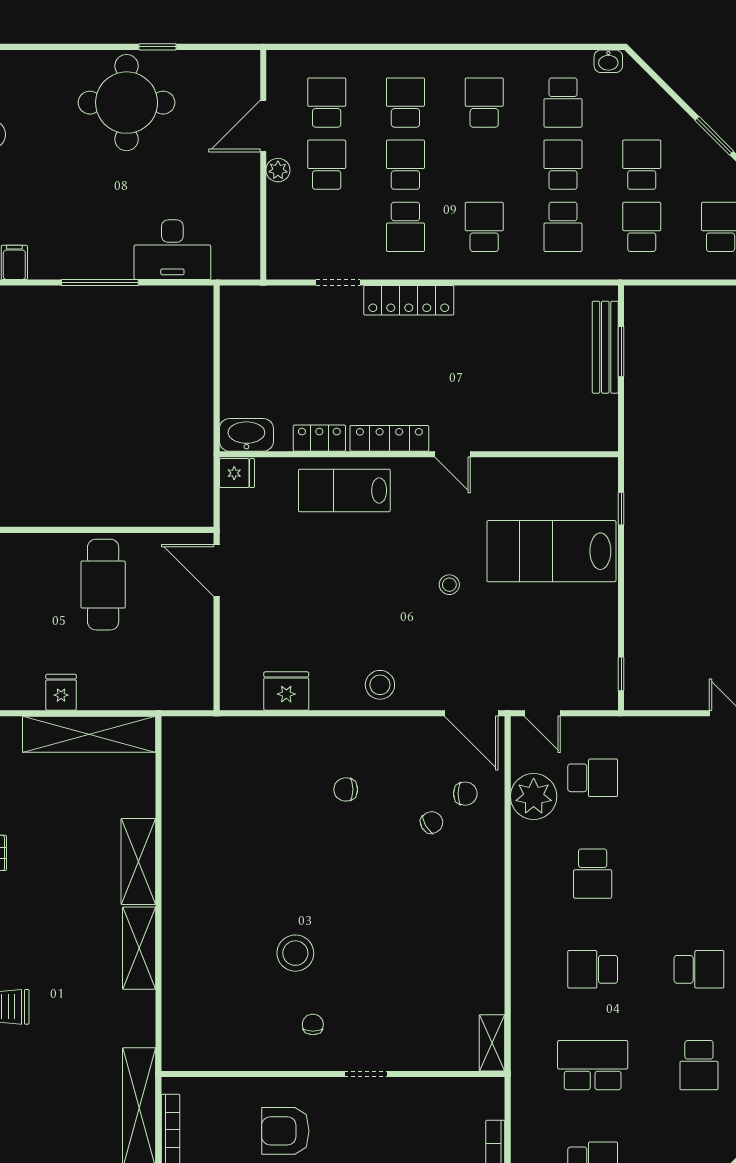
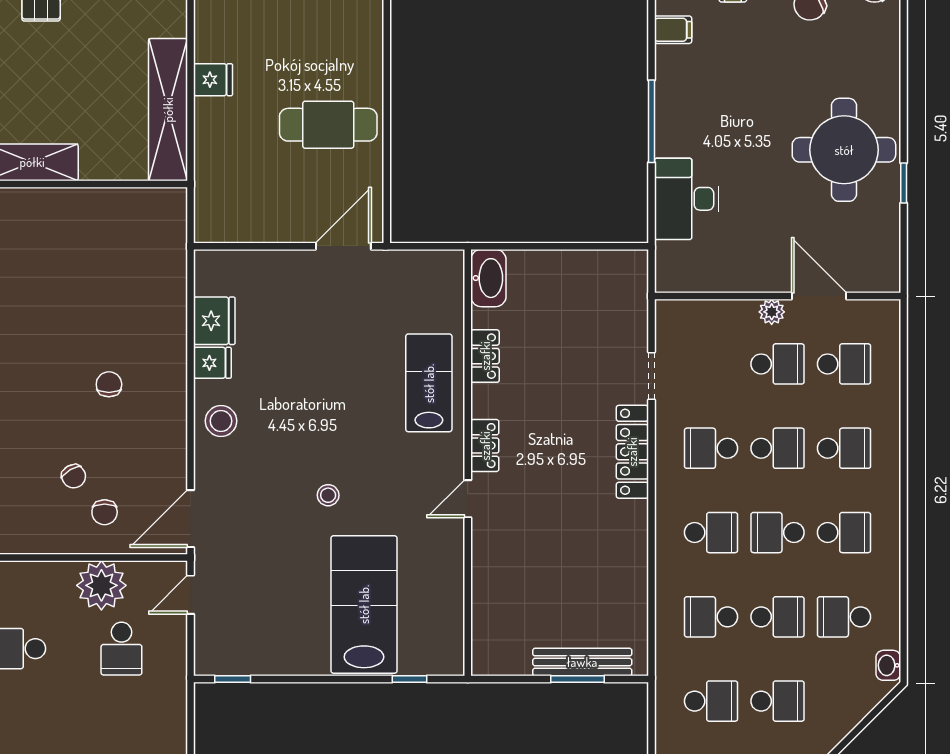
school desk: (484, 165) -> (778, 533), added
locker: (389, 438) -> (485, 446), width x0.66
fridge: (237, 473) -> (212, 363), moved, turned -90

